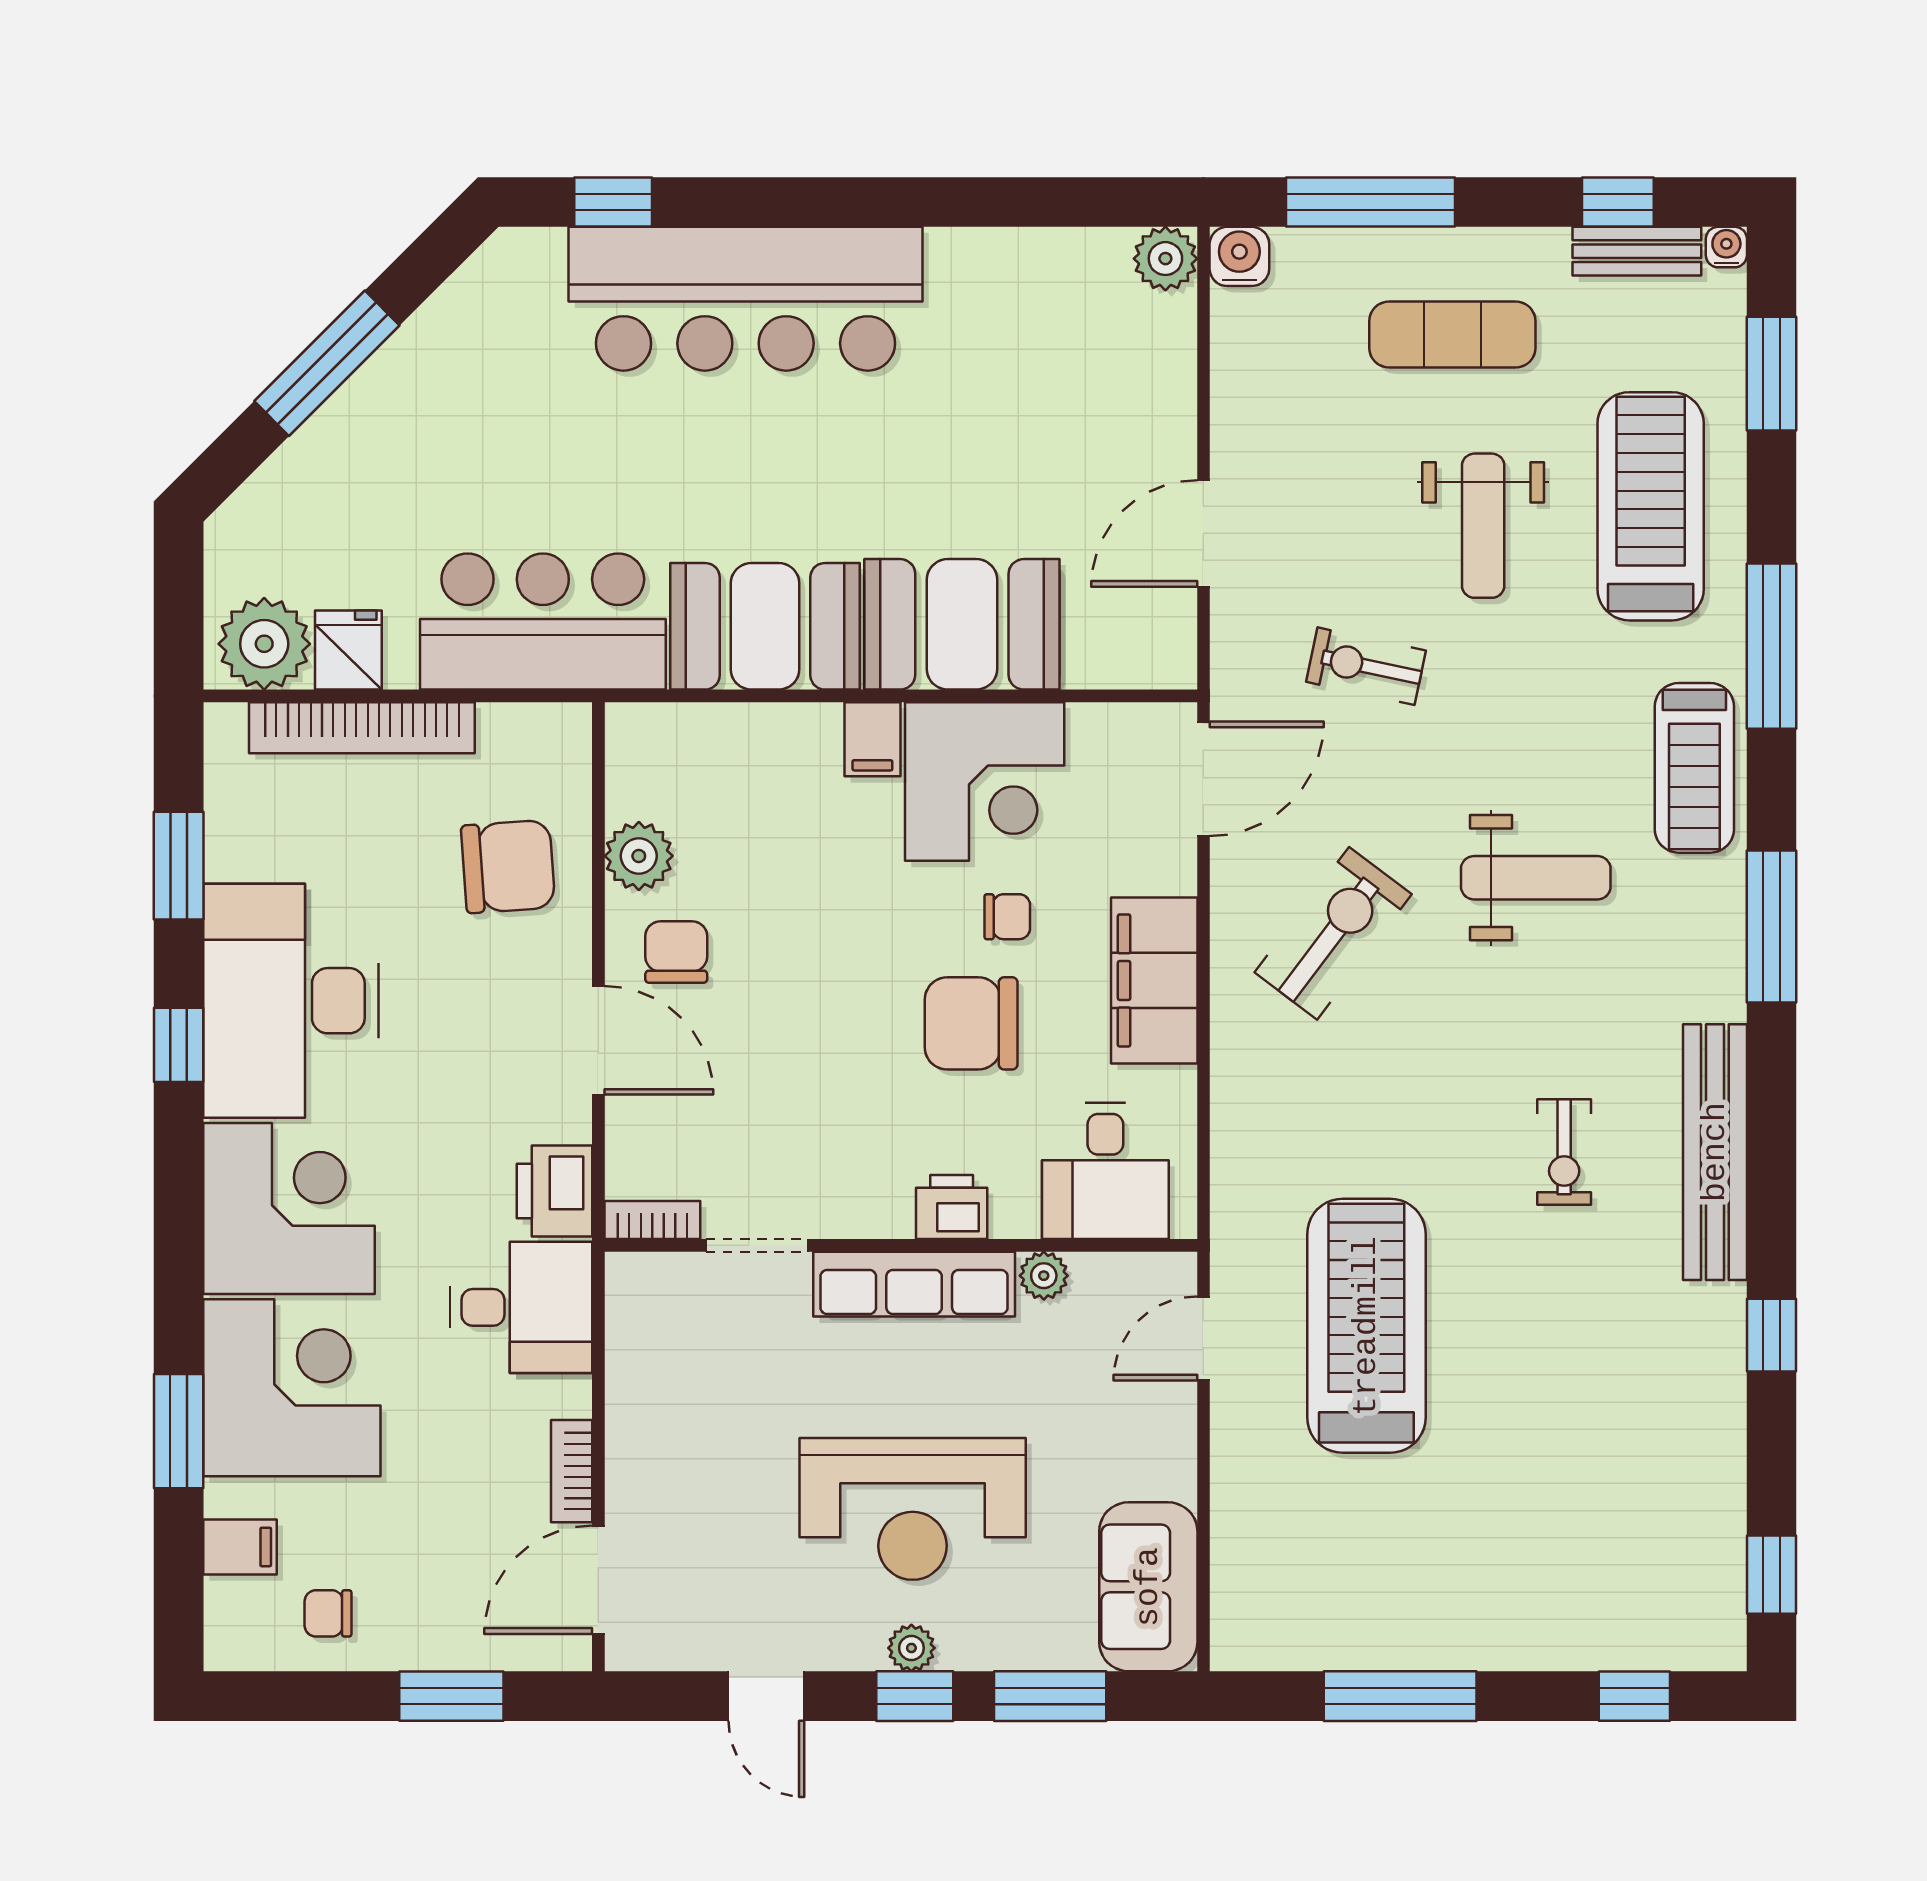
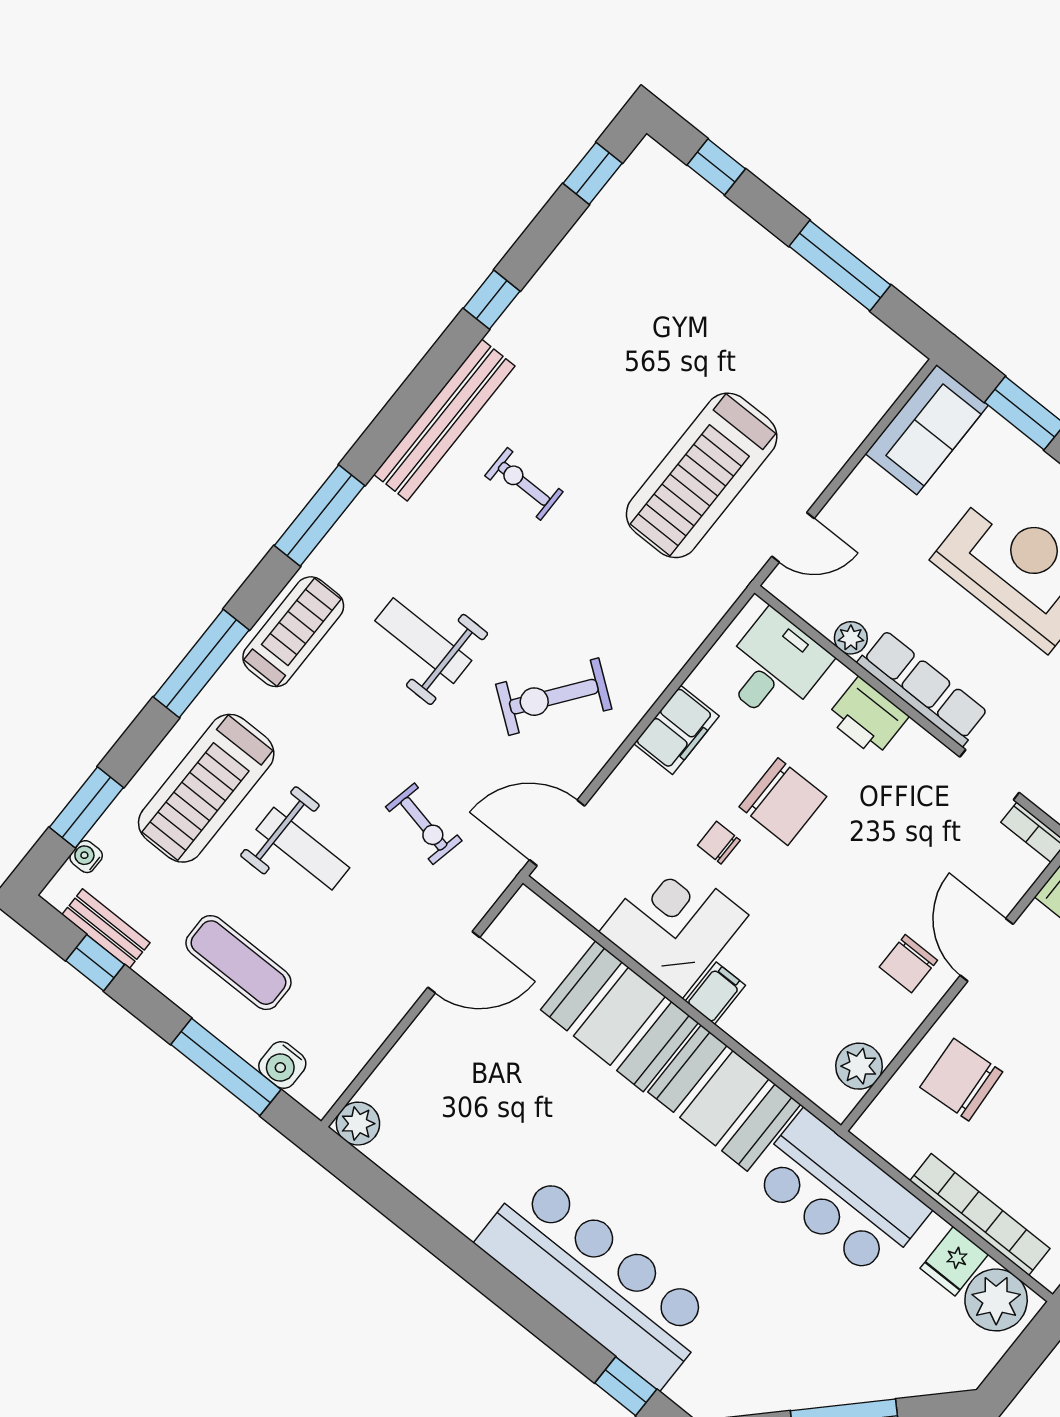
water cooler: (1726, 247) -> (86, 857), moved, turned 90
water cooler: (1239, 256) -> (282, 1065), moved
weight bench: (1483, 526) -> (303, 849), turned 90
plant: (639, 856) -> (859, 1066), moved
filing cabinet: (1154, 980) -> (677, 730), width x0.67, depth x0.86
exercise bike: (1564, 1152) -> (524, 484), turned -90
printer: (952, 1207) -> (867, 717), width x1.36, depth x1.24

